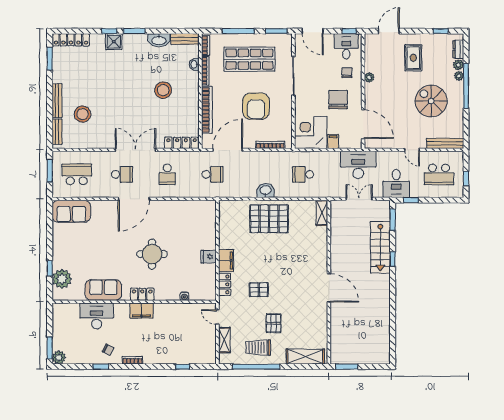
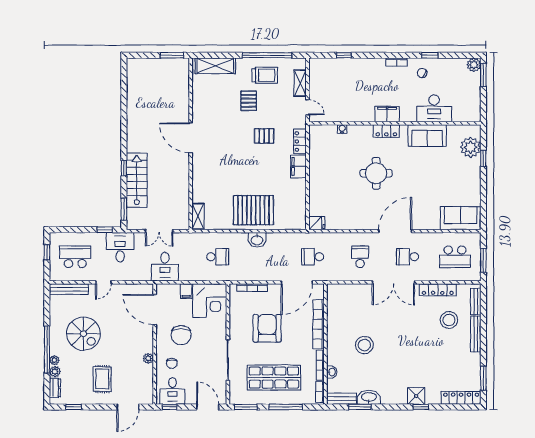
window: (134, 31) -> (360, 407), moved
locker: (182, 143) -> (438, 290), moved
door: (412, 150) -> (103, 282), swing flipped
desk: (358, 165) -> (165, 267), width x0.73
fridge: (209, 257) -> (317, 223), moved

